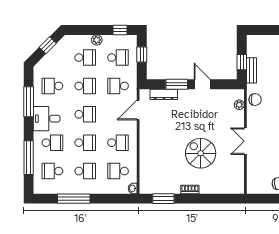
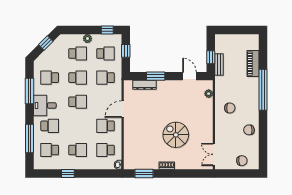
door: (202, 84) -> (189, 76), moved
chair: (255, 100) -> (230, 108), moved
door: (138, 110) -> (123, 109), moved
double door: (245, 141) -> (214, 154), moved
school desk: (85, 143) -> (78, 126), removed
school desk: (118, 143) -> (106, 126), turned 180
window: (74, 199) -> (68, 173), width x0.46

